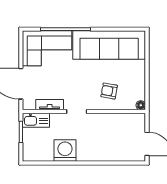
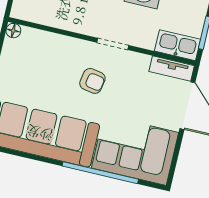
armchair: (109, 91) -> (92, 81), moved
tv unit: (50, 105) -> (172, 69), moved

